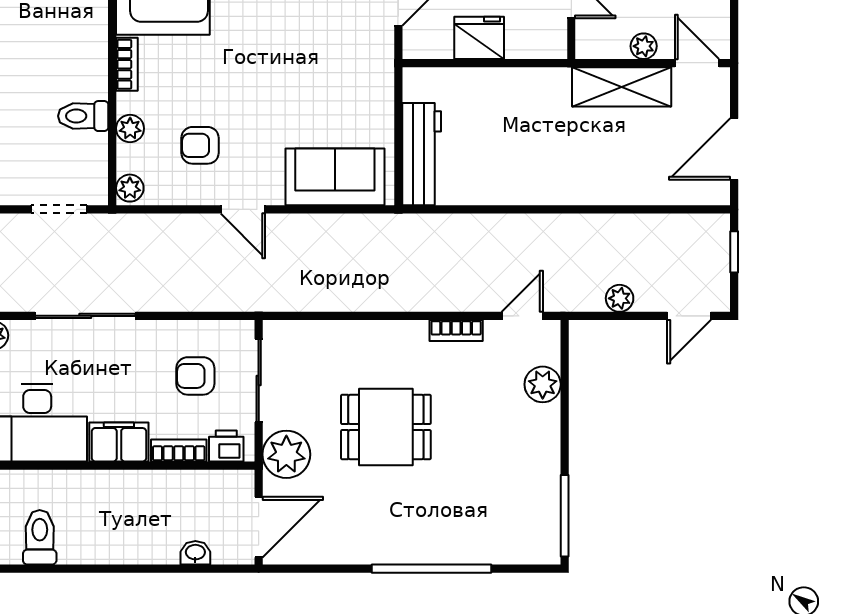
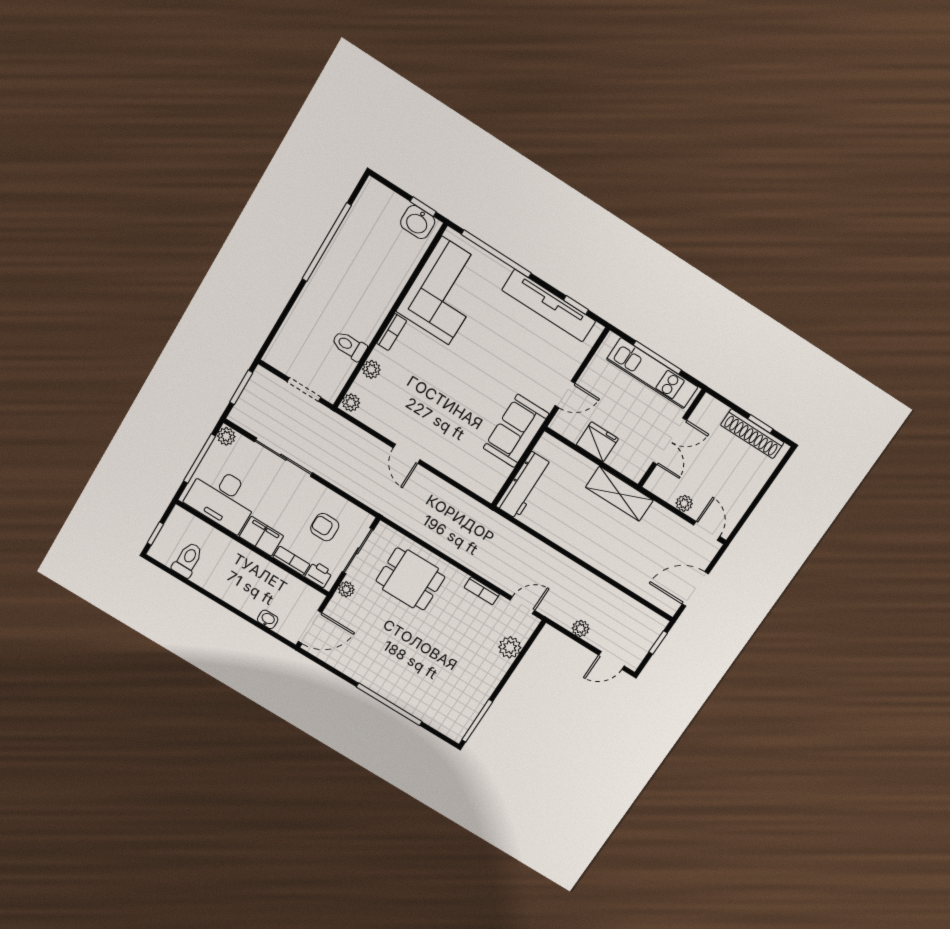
shelving: (622, 87) -> (619, 494), moved
armchair: (200, 145) -> (405, 403), removed
sofa: (335, 177) -> (516, 431), moved, turned -90
dining table: (386, 427) -> (410, 579), moved
plant: (286, 454) -> (346, 589), width x0.53, depth x0.53

